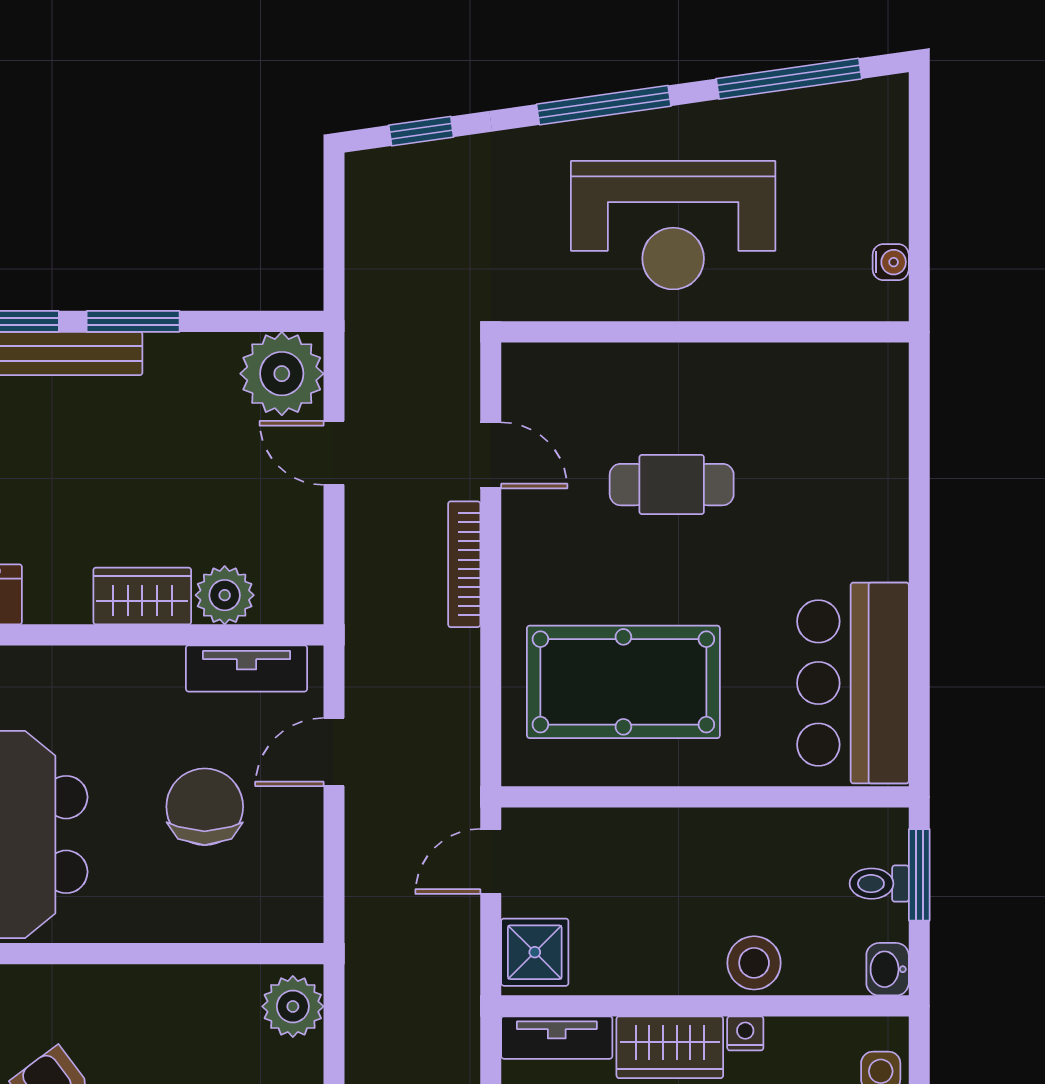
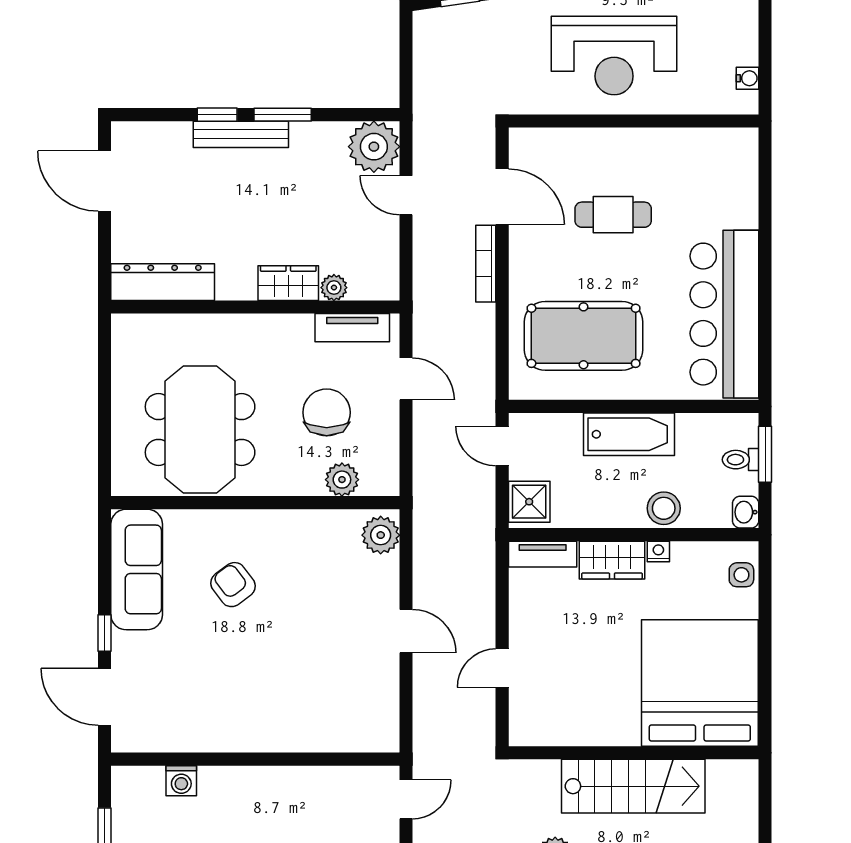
door: (491, 455) -> (502, 197), width x1.38
plant: (225, 595) -> (334, 288), width x0.73, depth x0.73
bar counter: (853, 683) -> (724, 314), width x1.36
door: (334, 752) -> (406, 379), swing flipped
bathtub: (698, 842) -> (629, 434), added
door: (491, 861) -> (502, 446), hinge flipped
plant: (230, 916) -> (342, 480), added

